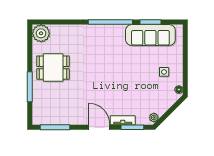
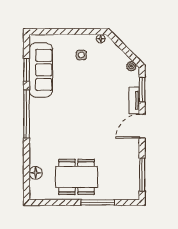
floor lamp: (57, 30) -> (36, 173), added
plant: (41, 33) -> (39, 190), removed
dining table: (53, 68) -> (76, 177), width x1.38

